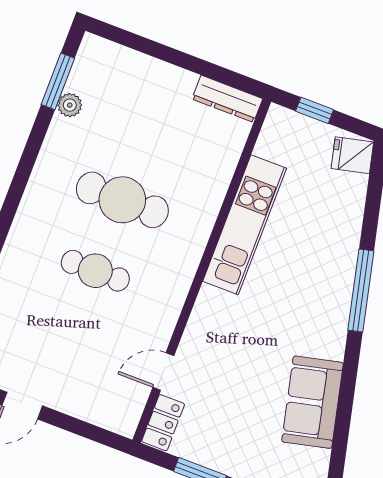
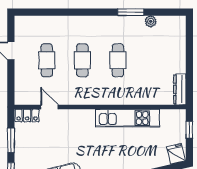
window: (58, 81) -> (131, 12), moved
cafe table: (122, 200) -> (118, 60), width x0.73, depth x0.74
cafe table: (68, 341) -> (47, 60), added

